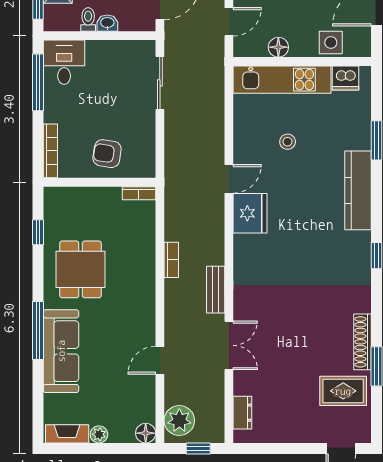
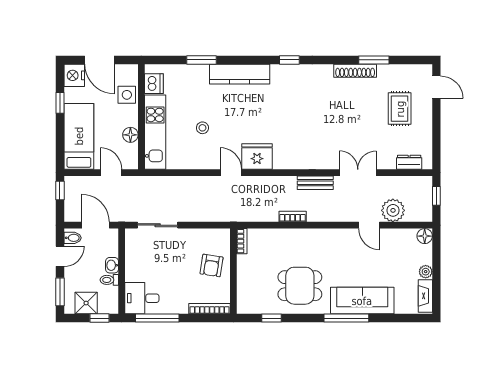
rug: (343, 391) -> (400, 109), moved
plant: (179, 421) -> (393, 210), moved

